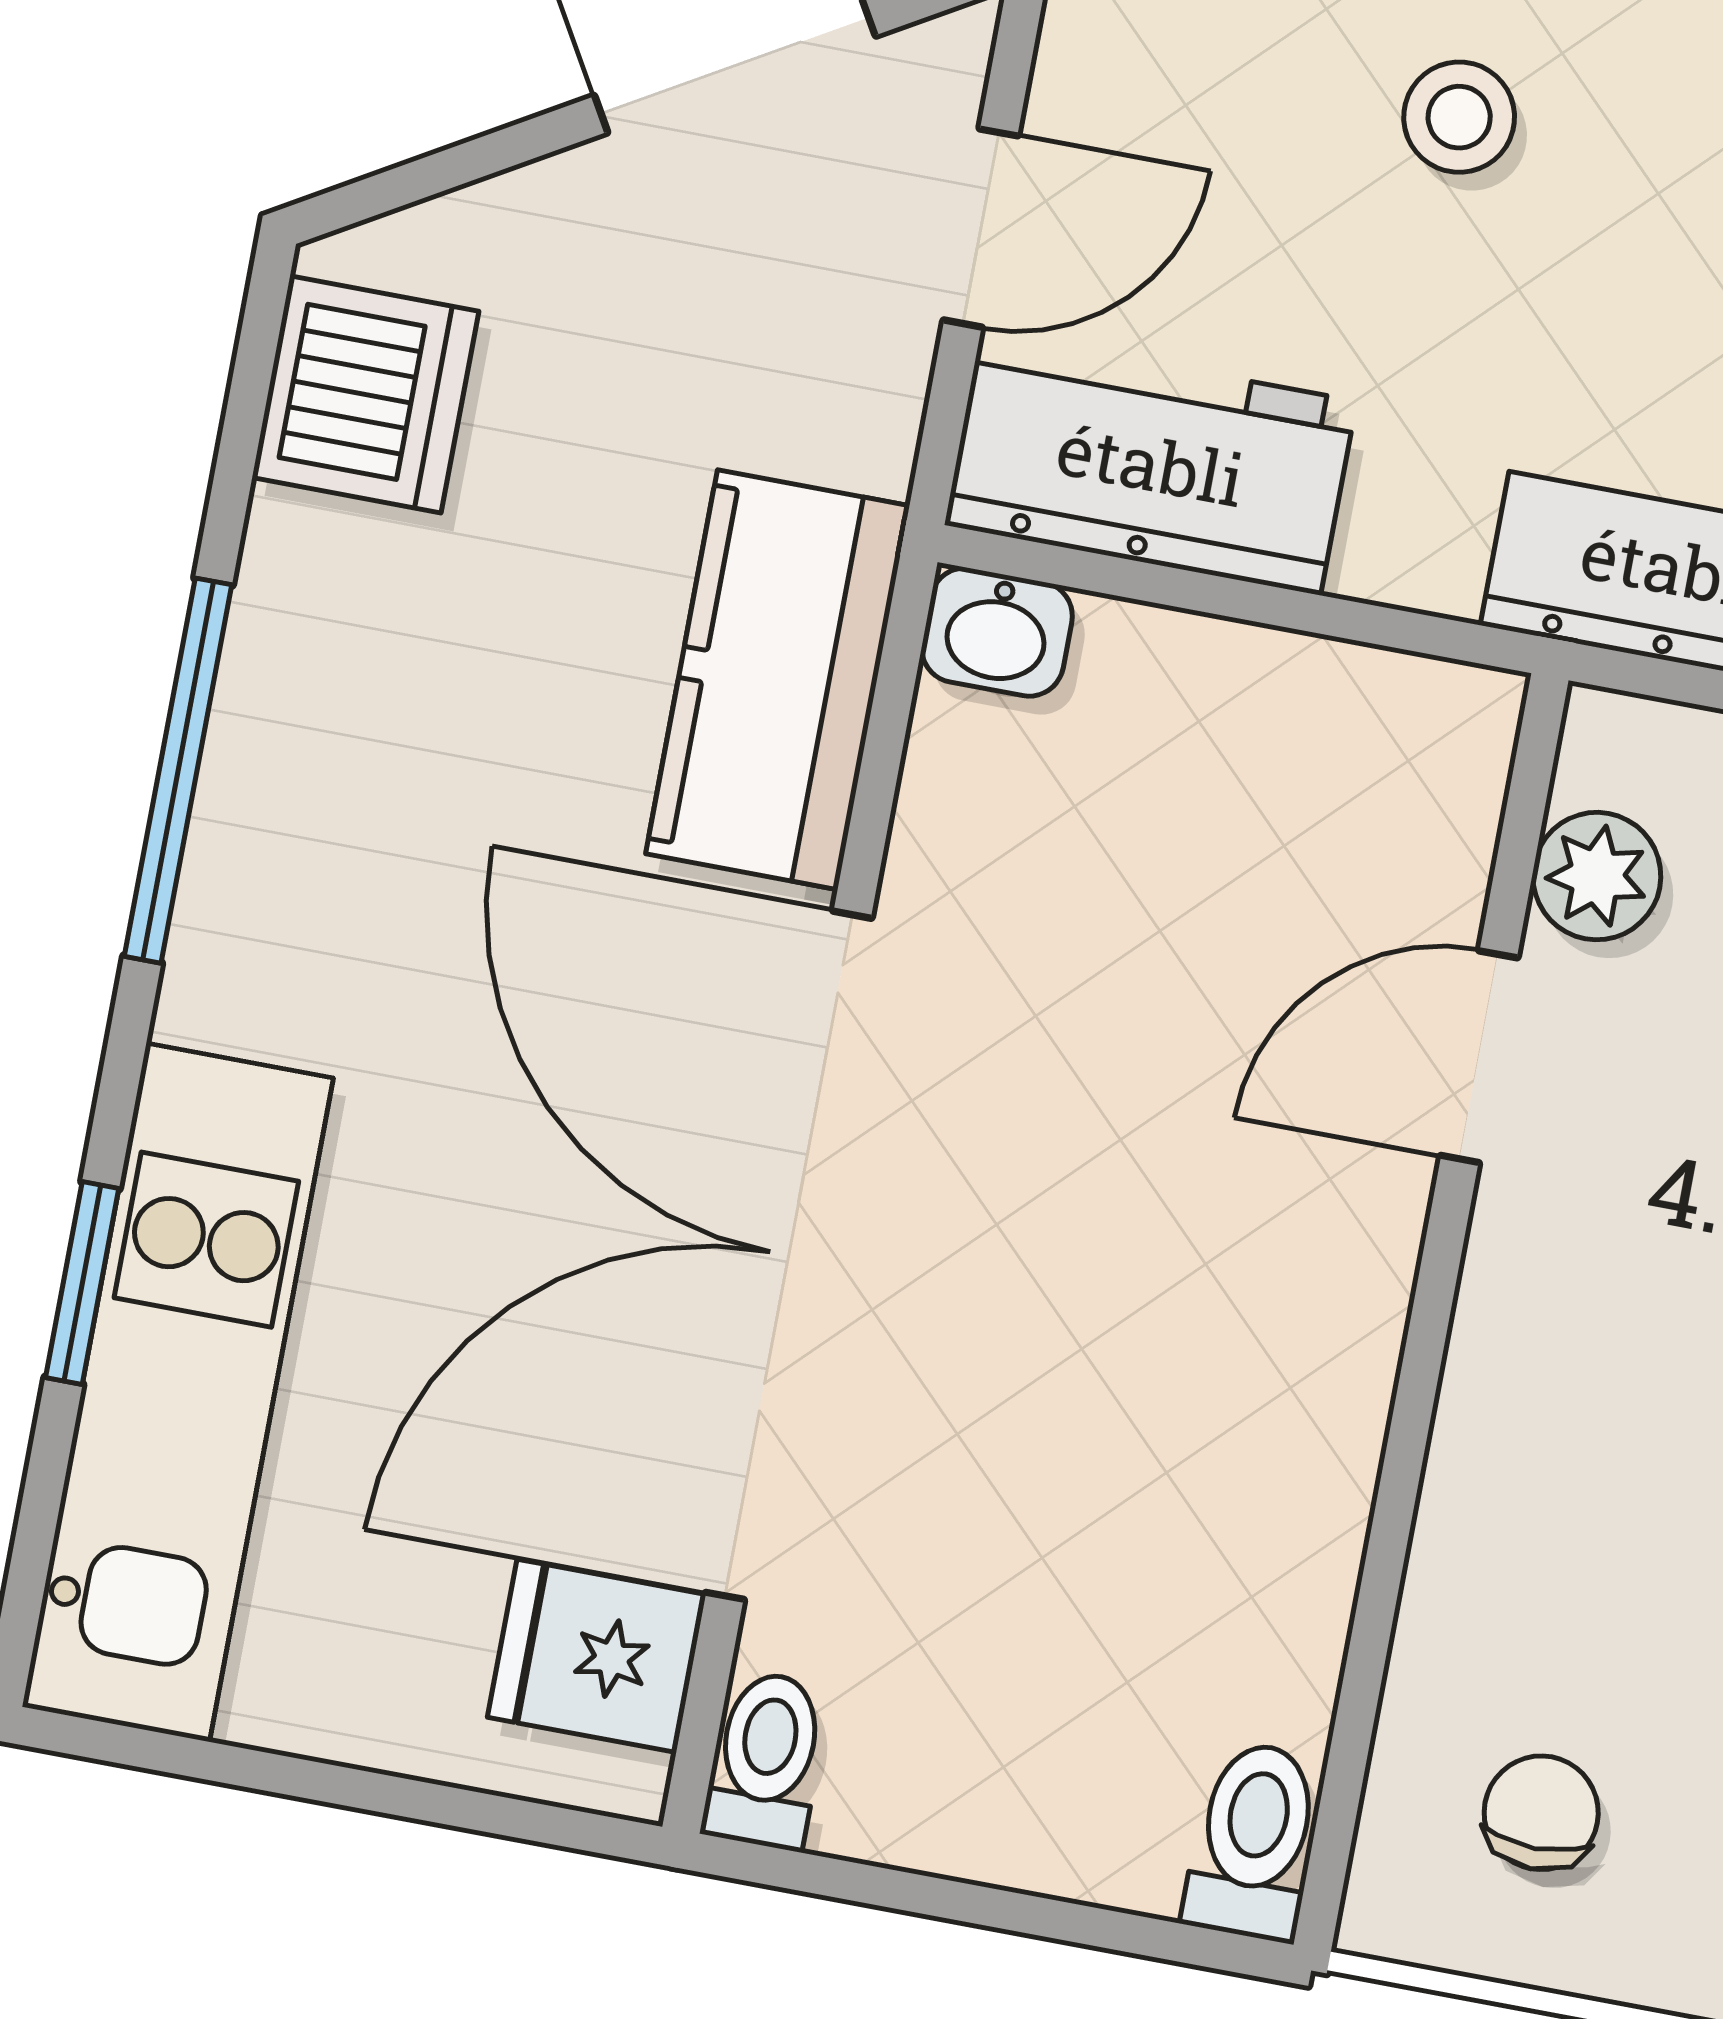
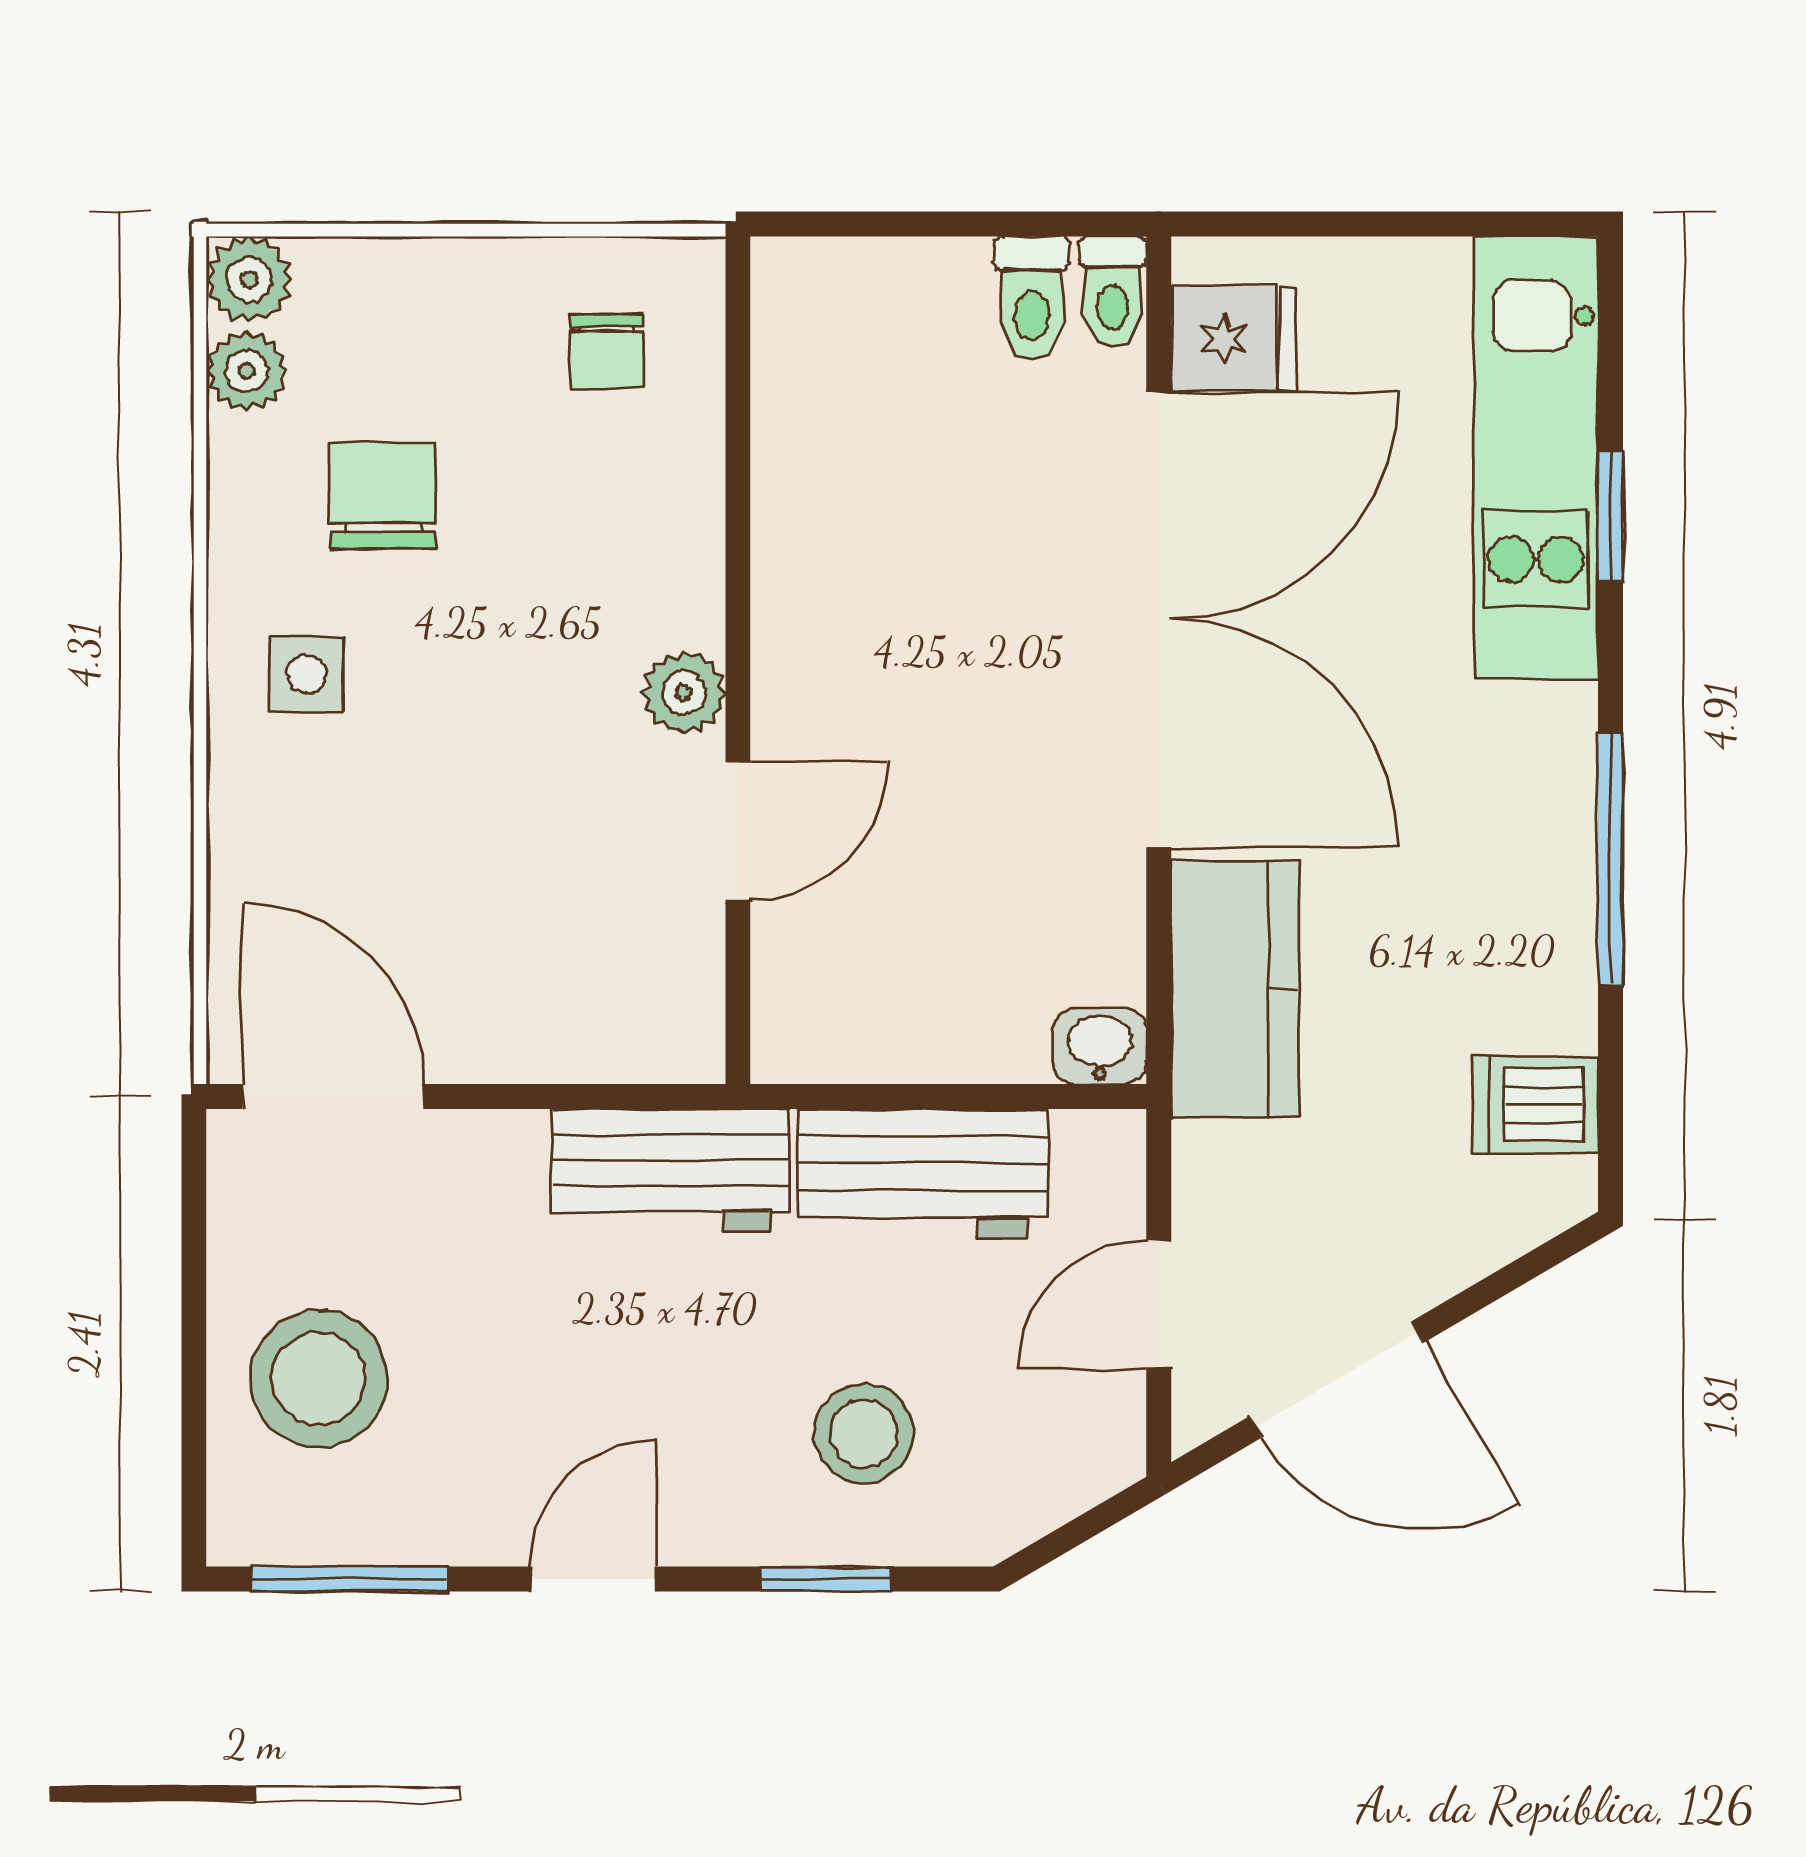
stool: (1459, 117) -> (864, 1434), width x1.37, depth x1.37
dishwasher: (365, 394) -> (1535, 1105), width x0.73
workbench: (1151, 463) -> (923, 1174), moved
plant: (1597, 876) -> (684, 693), moved
toilet: (1254, 1841) -> (1032, 298), moved

